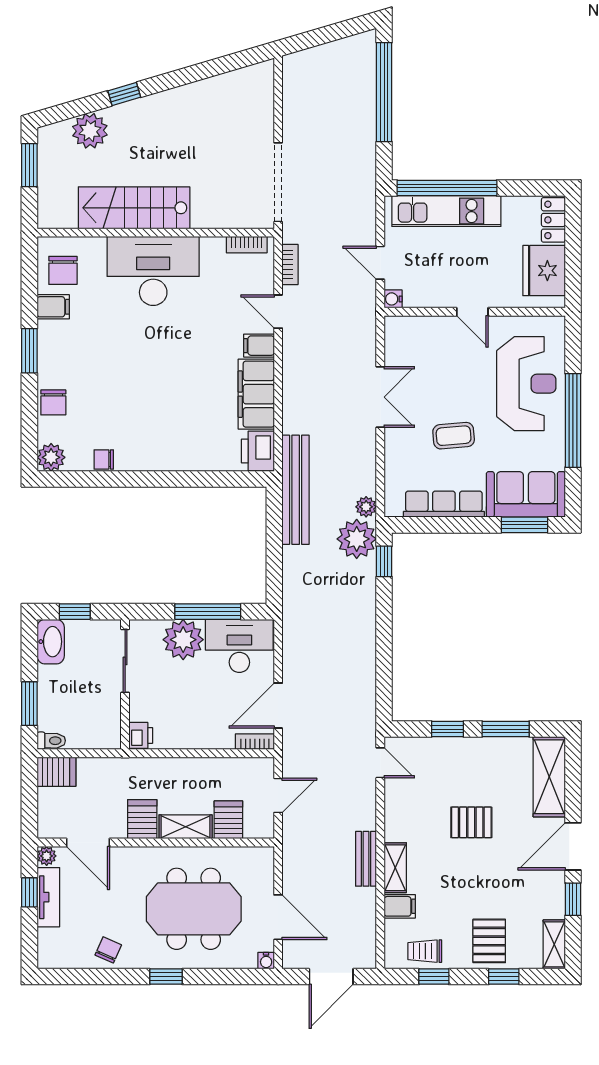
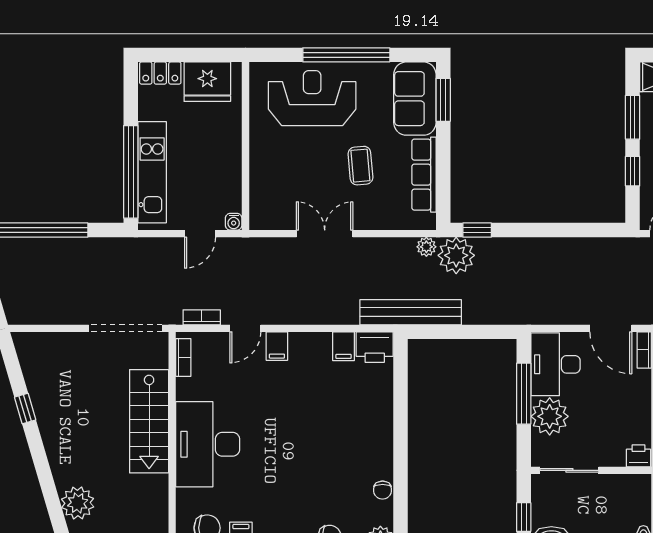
window: (124, 94) -> (25, 409), moved
stairs: (134, 208) -> (149, 421), moved
door: (472, 312) -> (245, 148), removed
filing cabinet: (256, 394) -> (344, 346), width x0.33, depth x0.86

